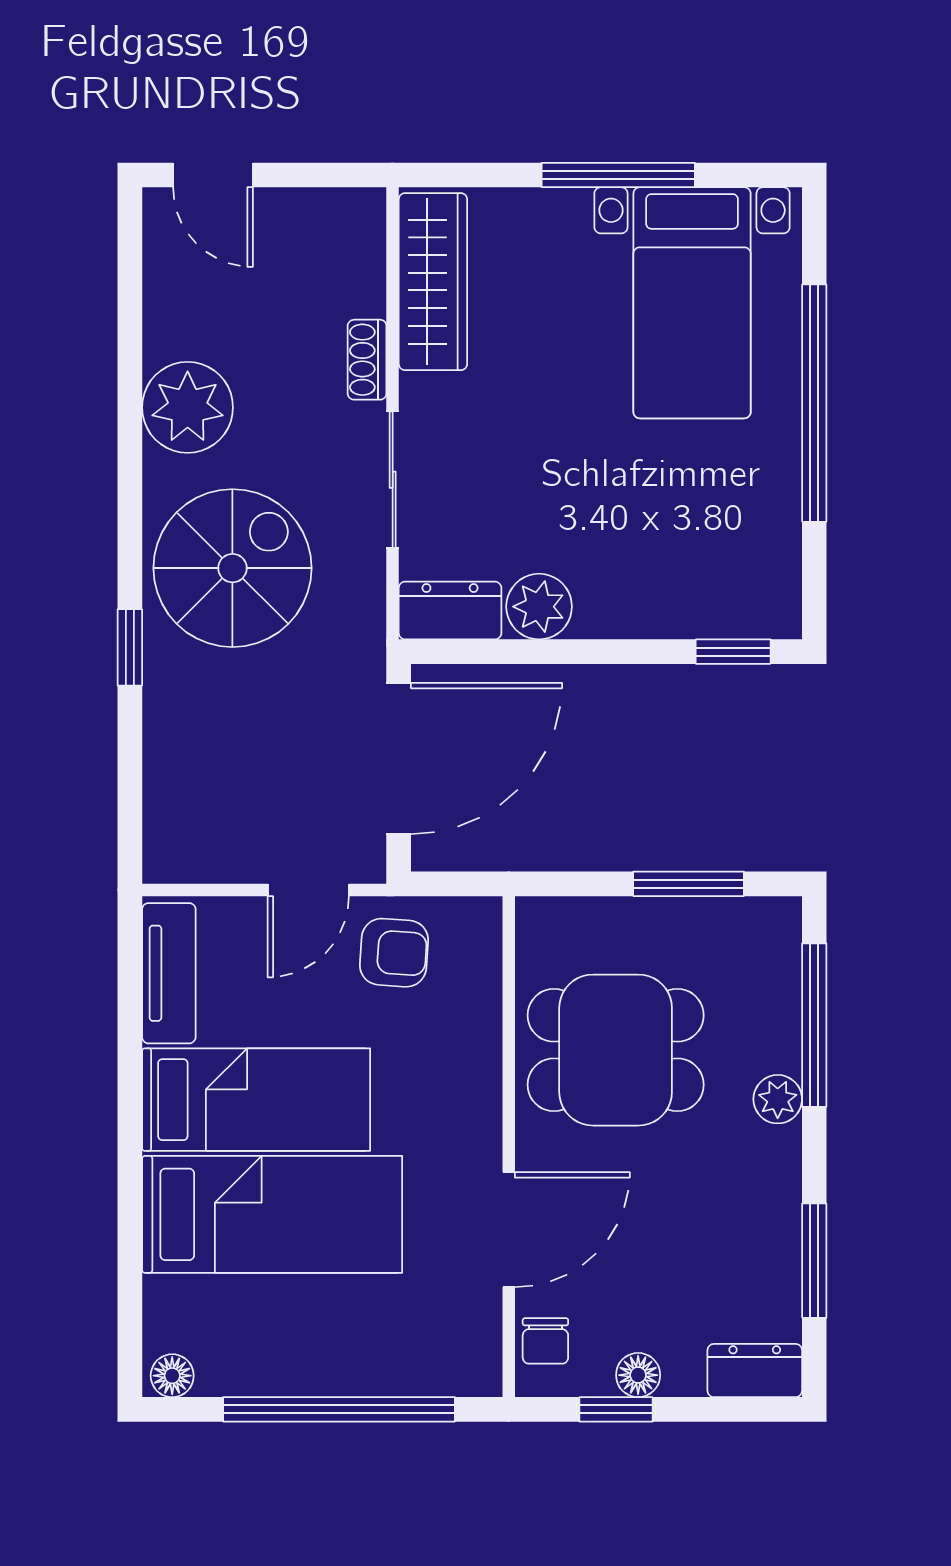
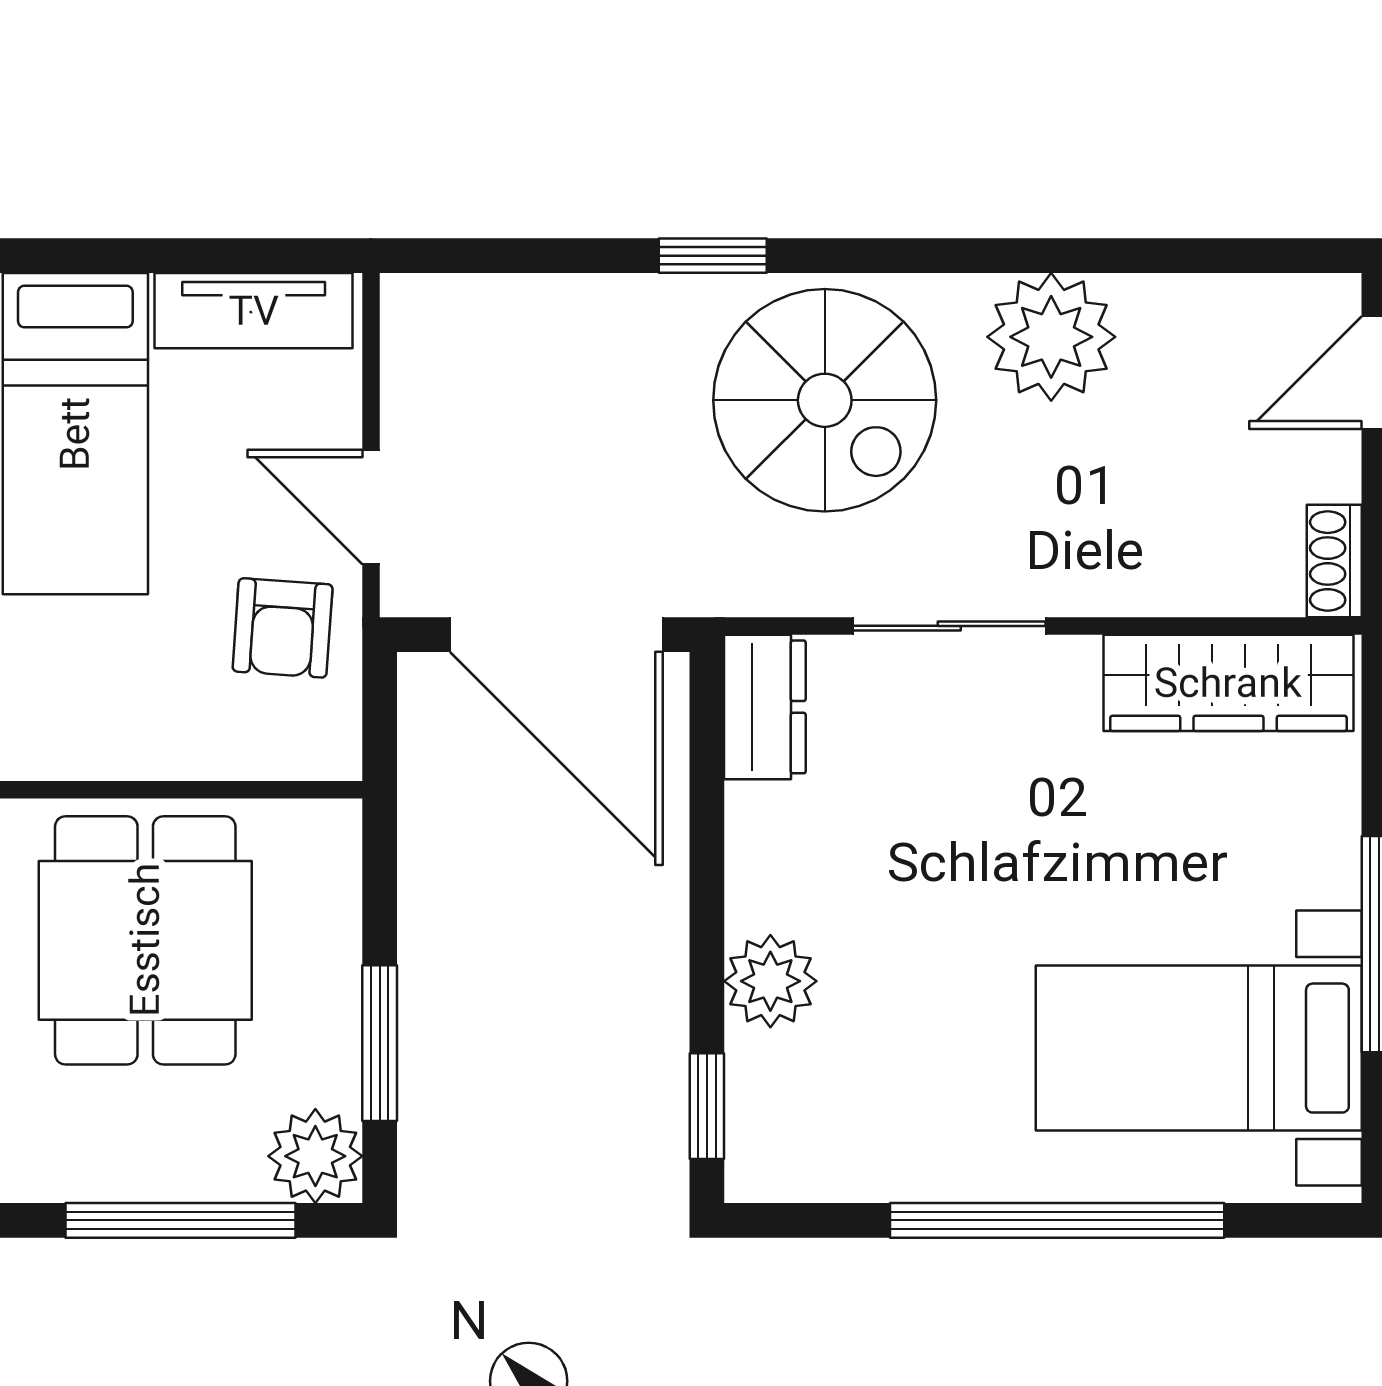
shoe rack: (367, 360) -> (1334, 561), moved, turned -90
plant: (539, 607) -> (770, 981), moved
plant: (778, 1099) -> (315, 1156), moved, width x1.38, depth x1.38

